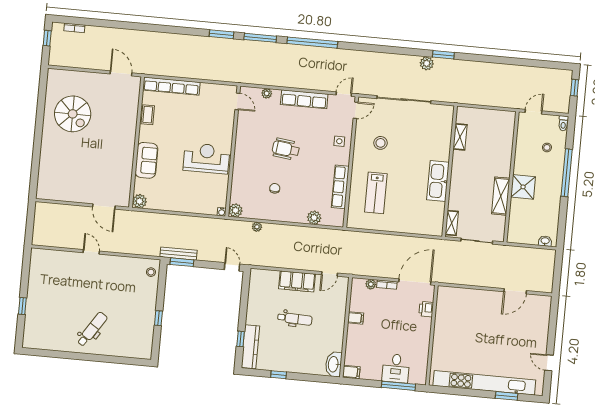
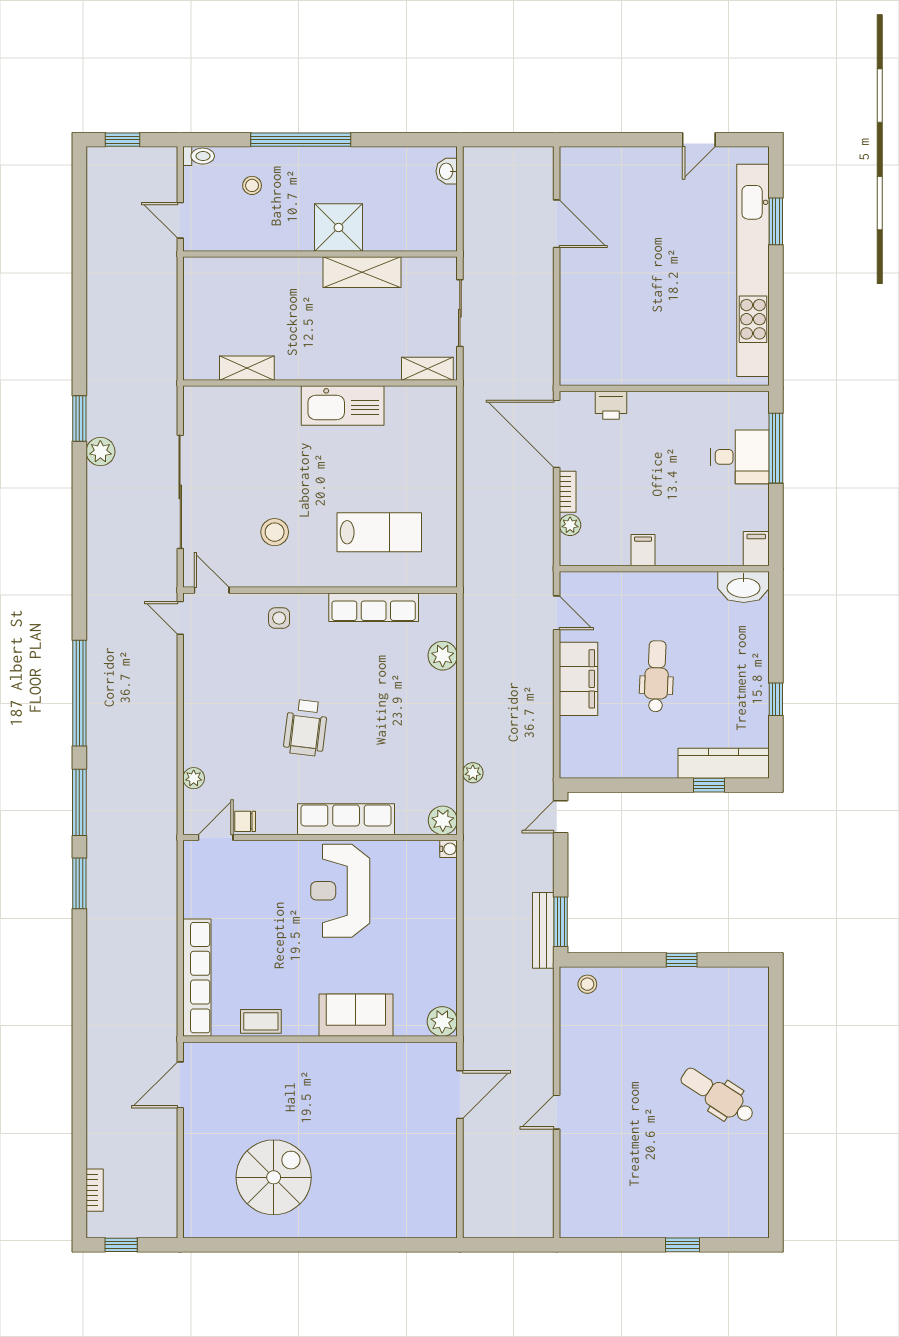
row of seats: (304, 99) -> (346, 819), moved, turned -90
chair: (275, 188) -> (245, 821), moved

